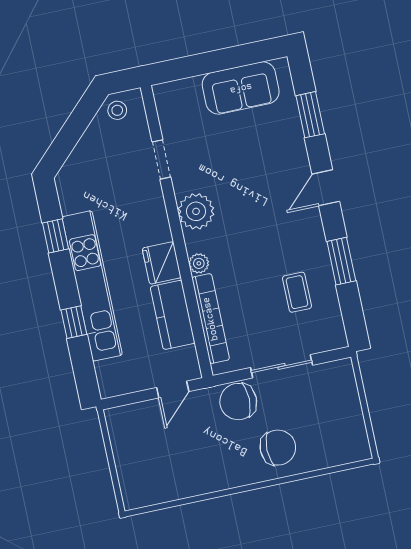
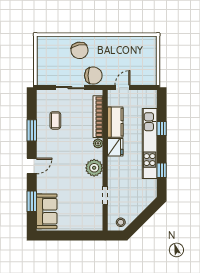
sofa: (241, 88) -> (47, 211), moved, turned 90
chair: (278, 448) -> (80, 50), turned -102

